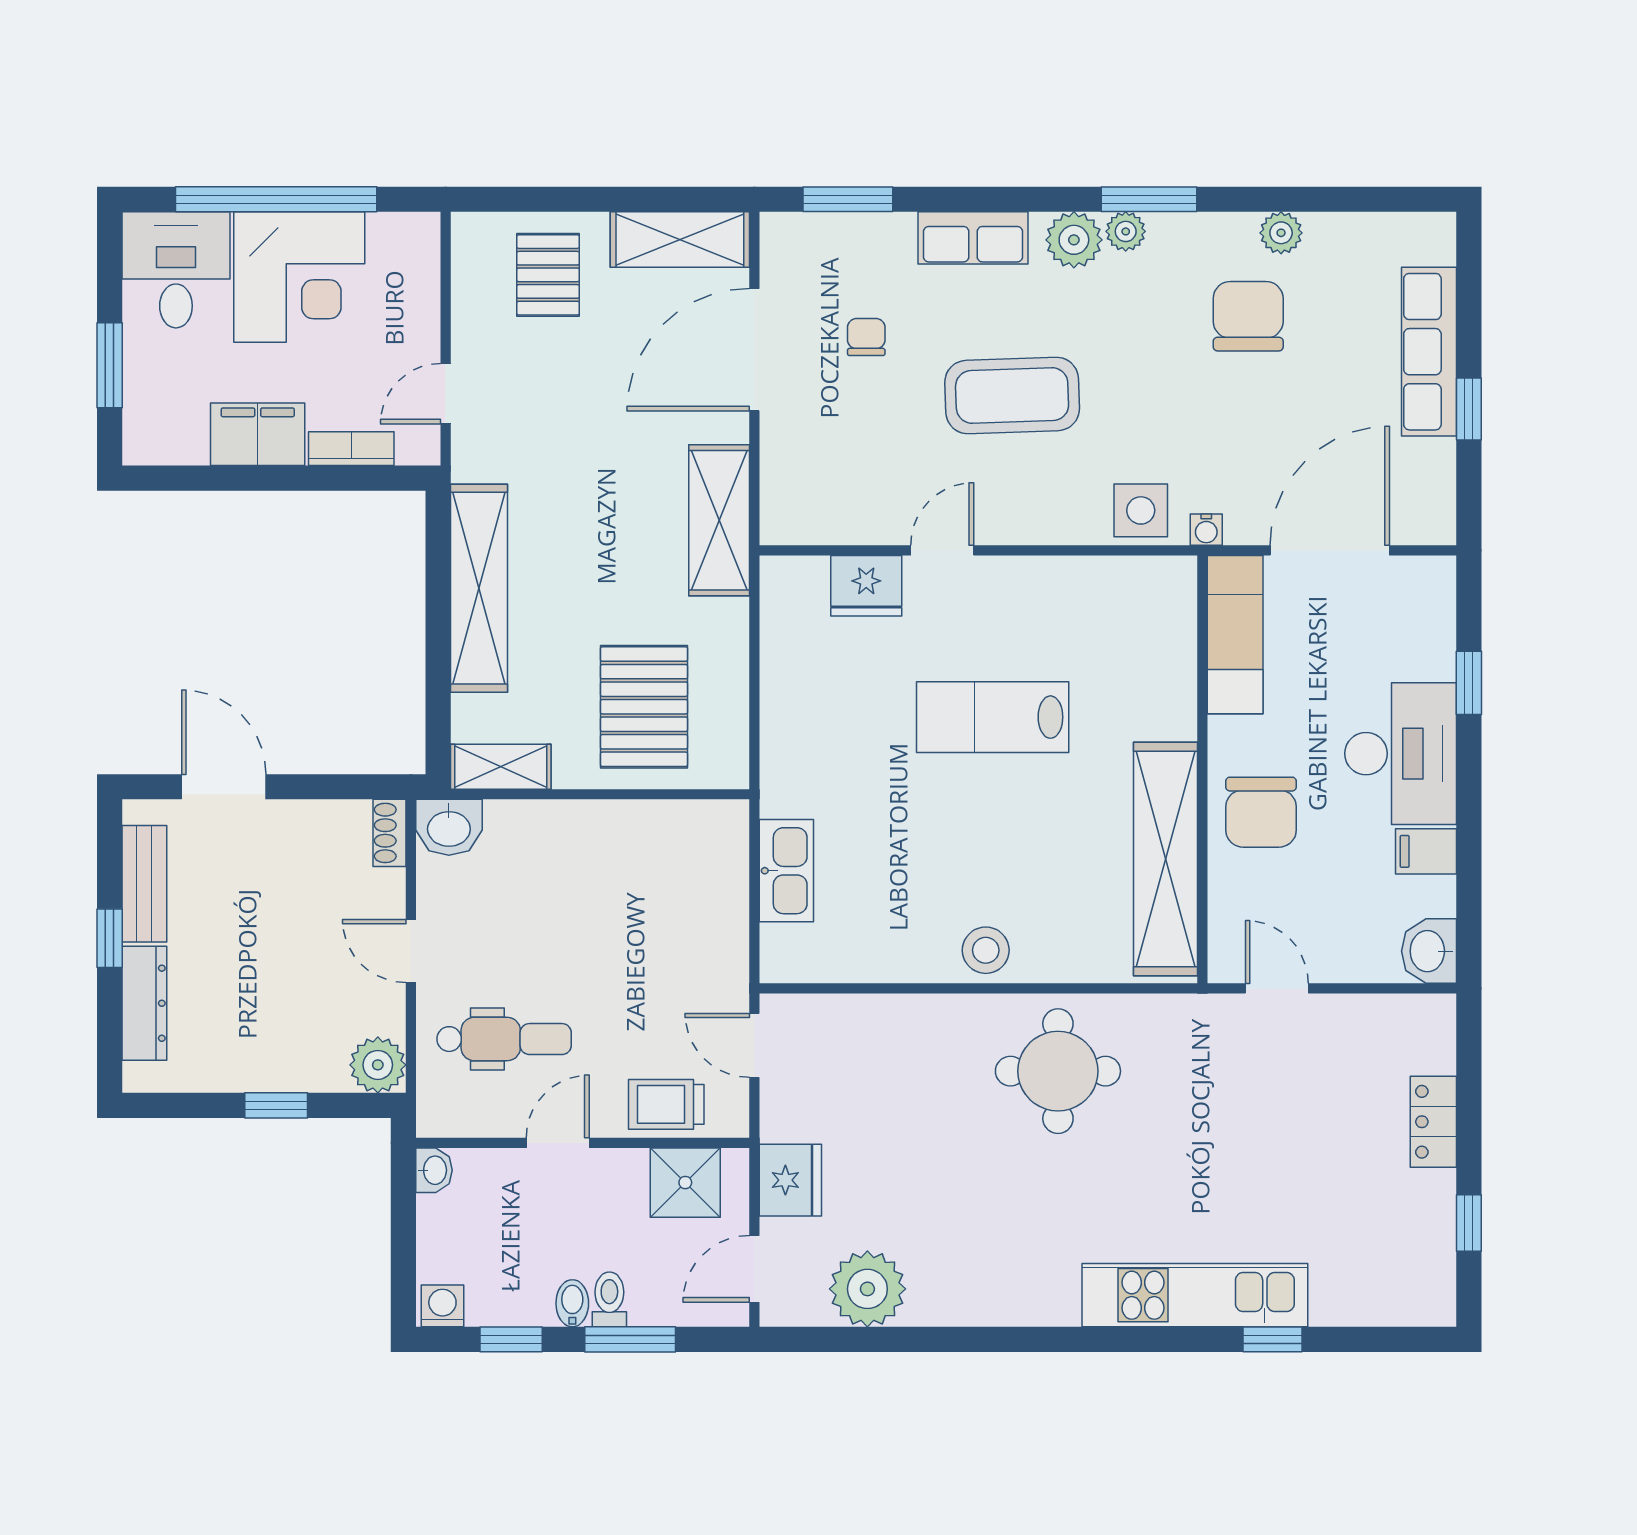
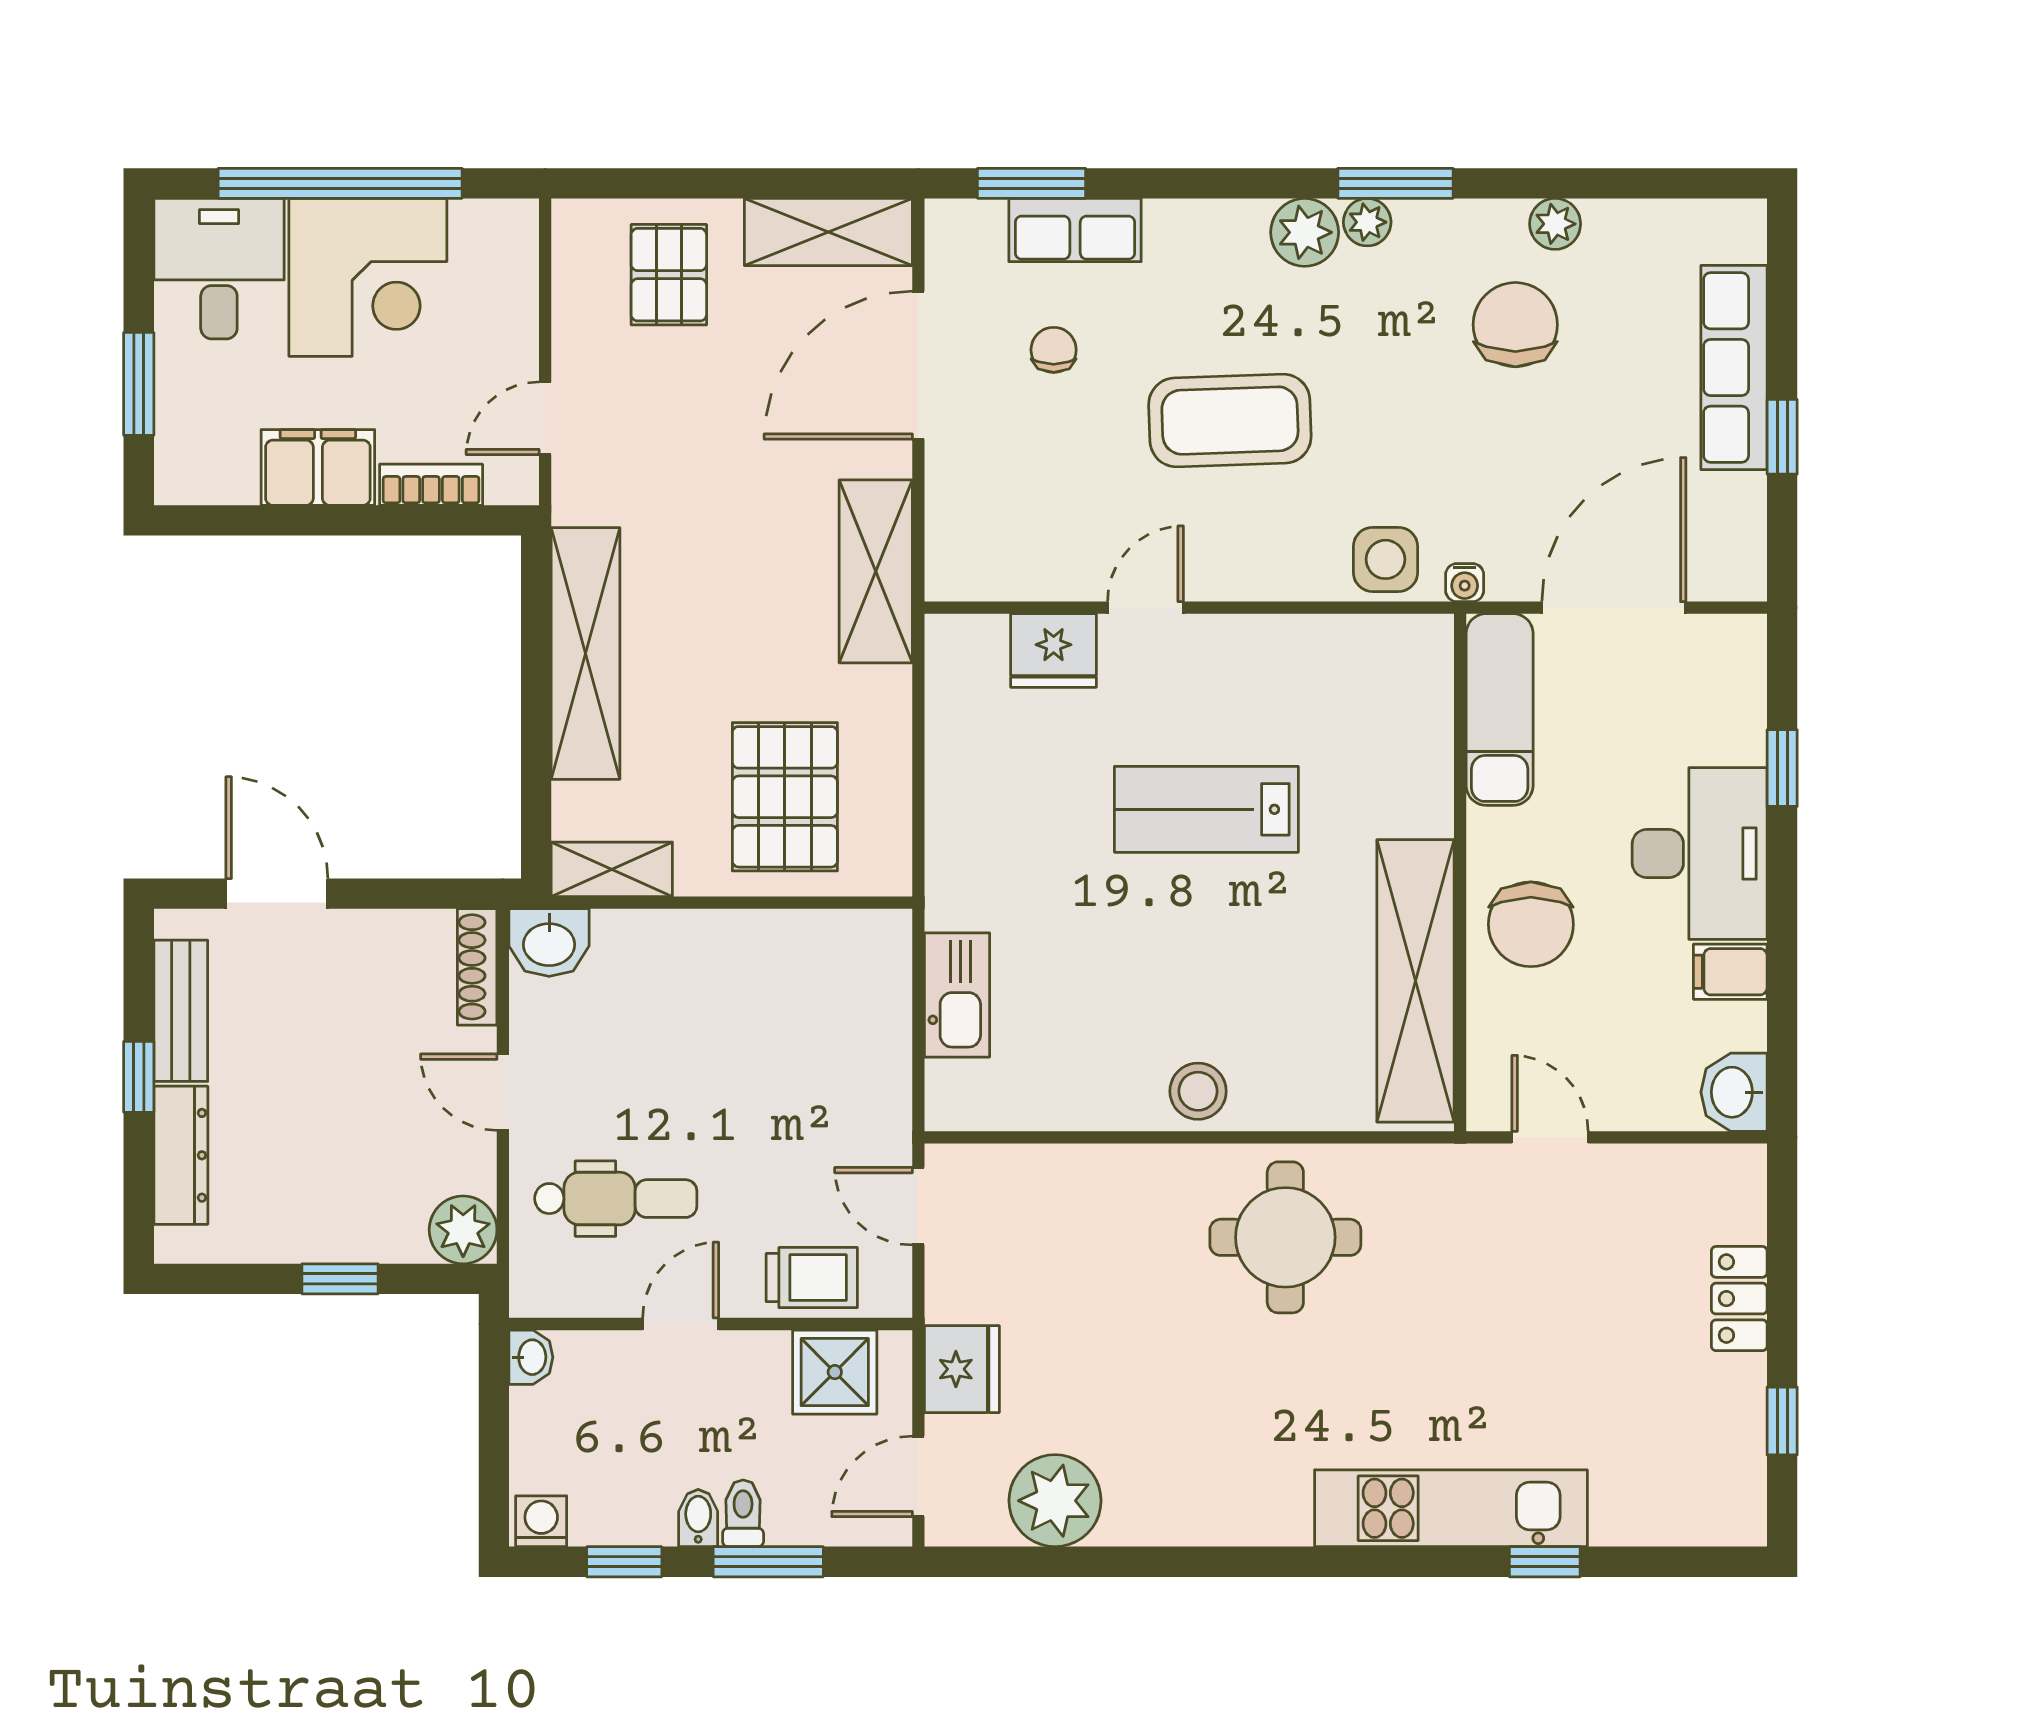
row of seats: (973, 238) -> (1075, 230), moved
shoe rack: (389, 833) -> (477, 967), width x1.43
trolley: (666, 1104) -> (812, 1278), turned 180

